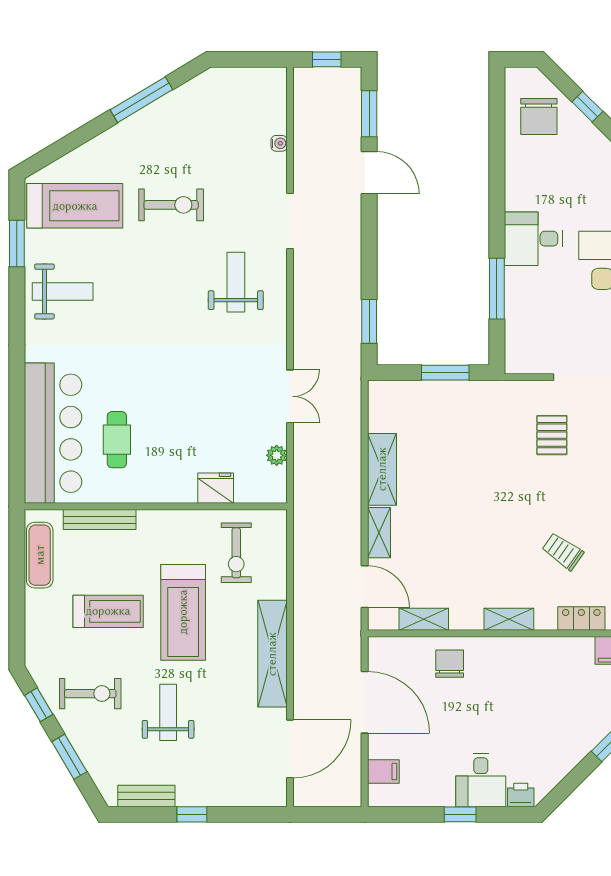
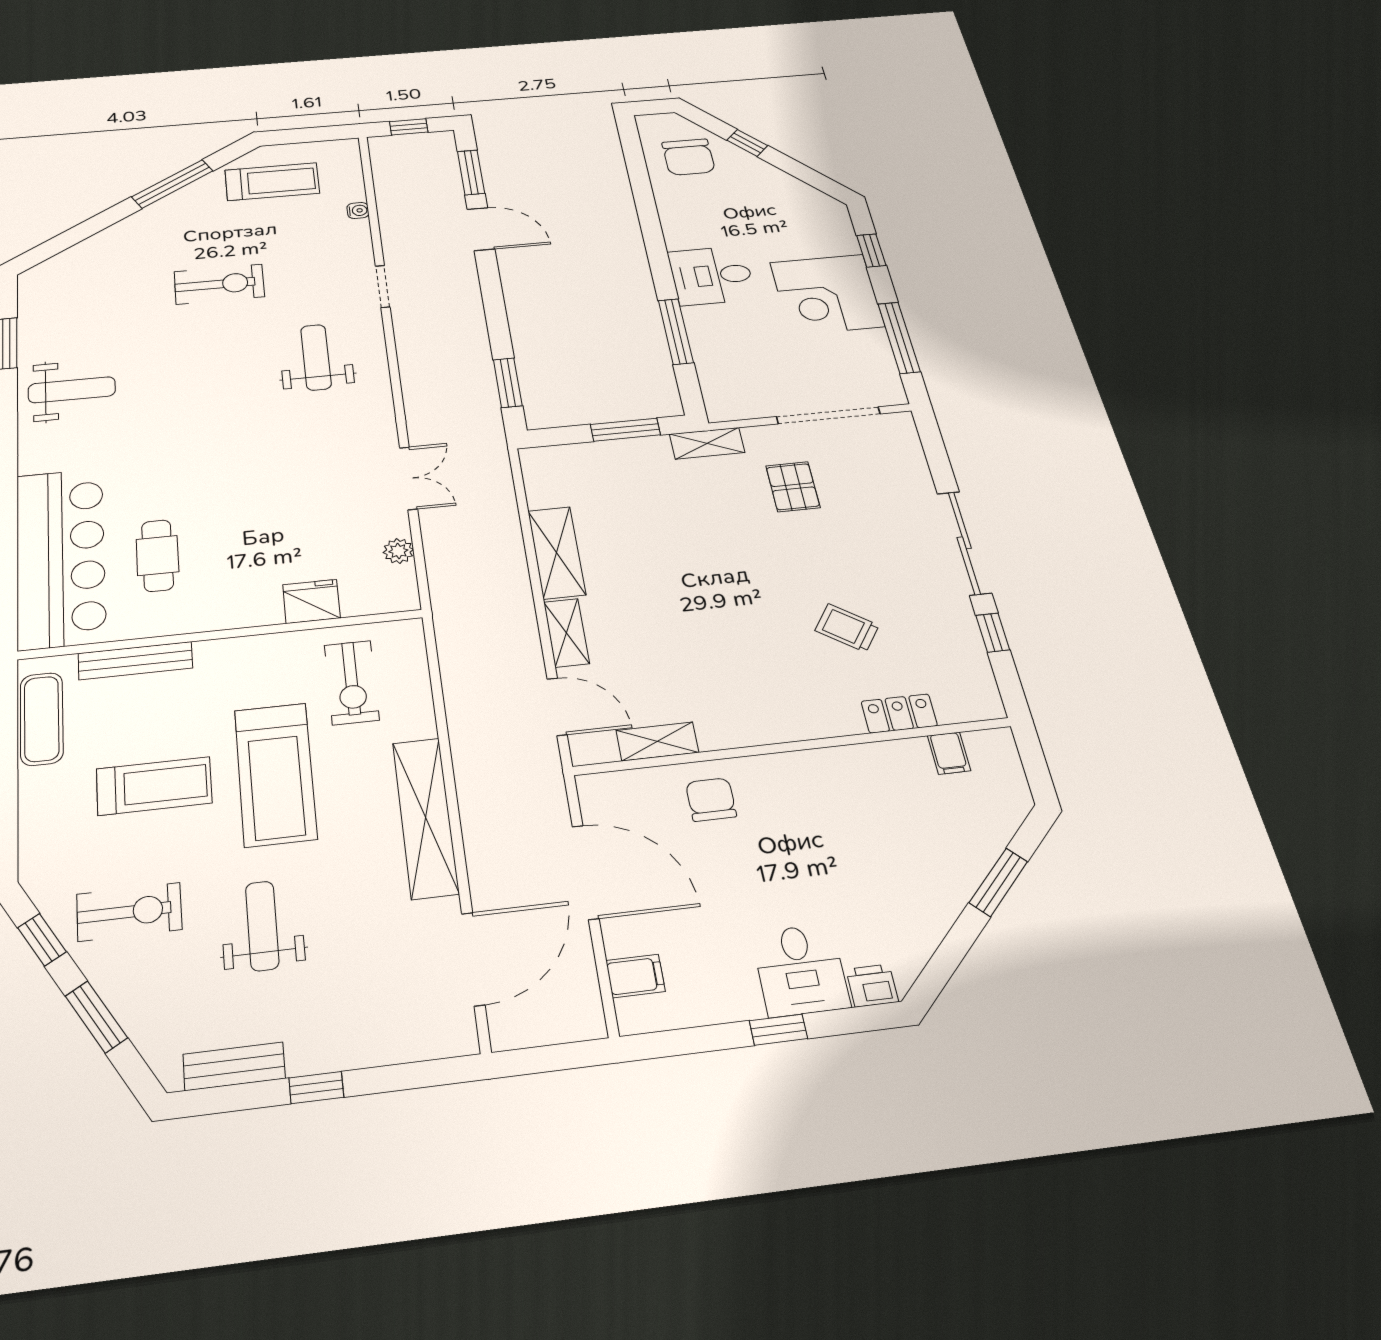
treadmill: (75, 206) -> (272, 182), moved, width x0.73, depth x0.73
doorway: (290, 221) -> (383, 286), width x0.73
shelving: (509, 619) -> (707, 443), moved

